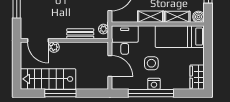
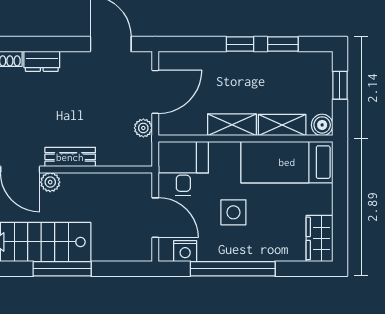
plant: (103, 29) -> (143, 128), moved
bench: (80, 34) -> (70, 157), moved
nightstand: (154, 84) -> (185, 251), moved

